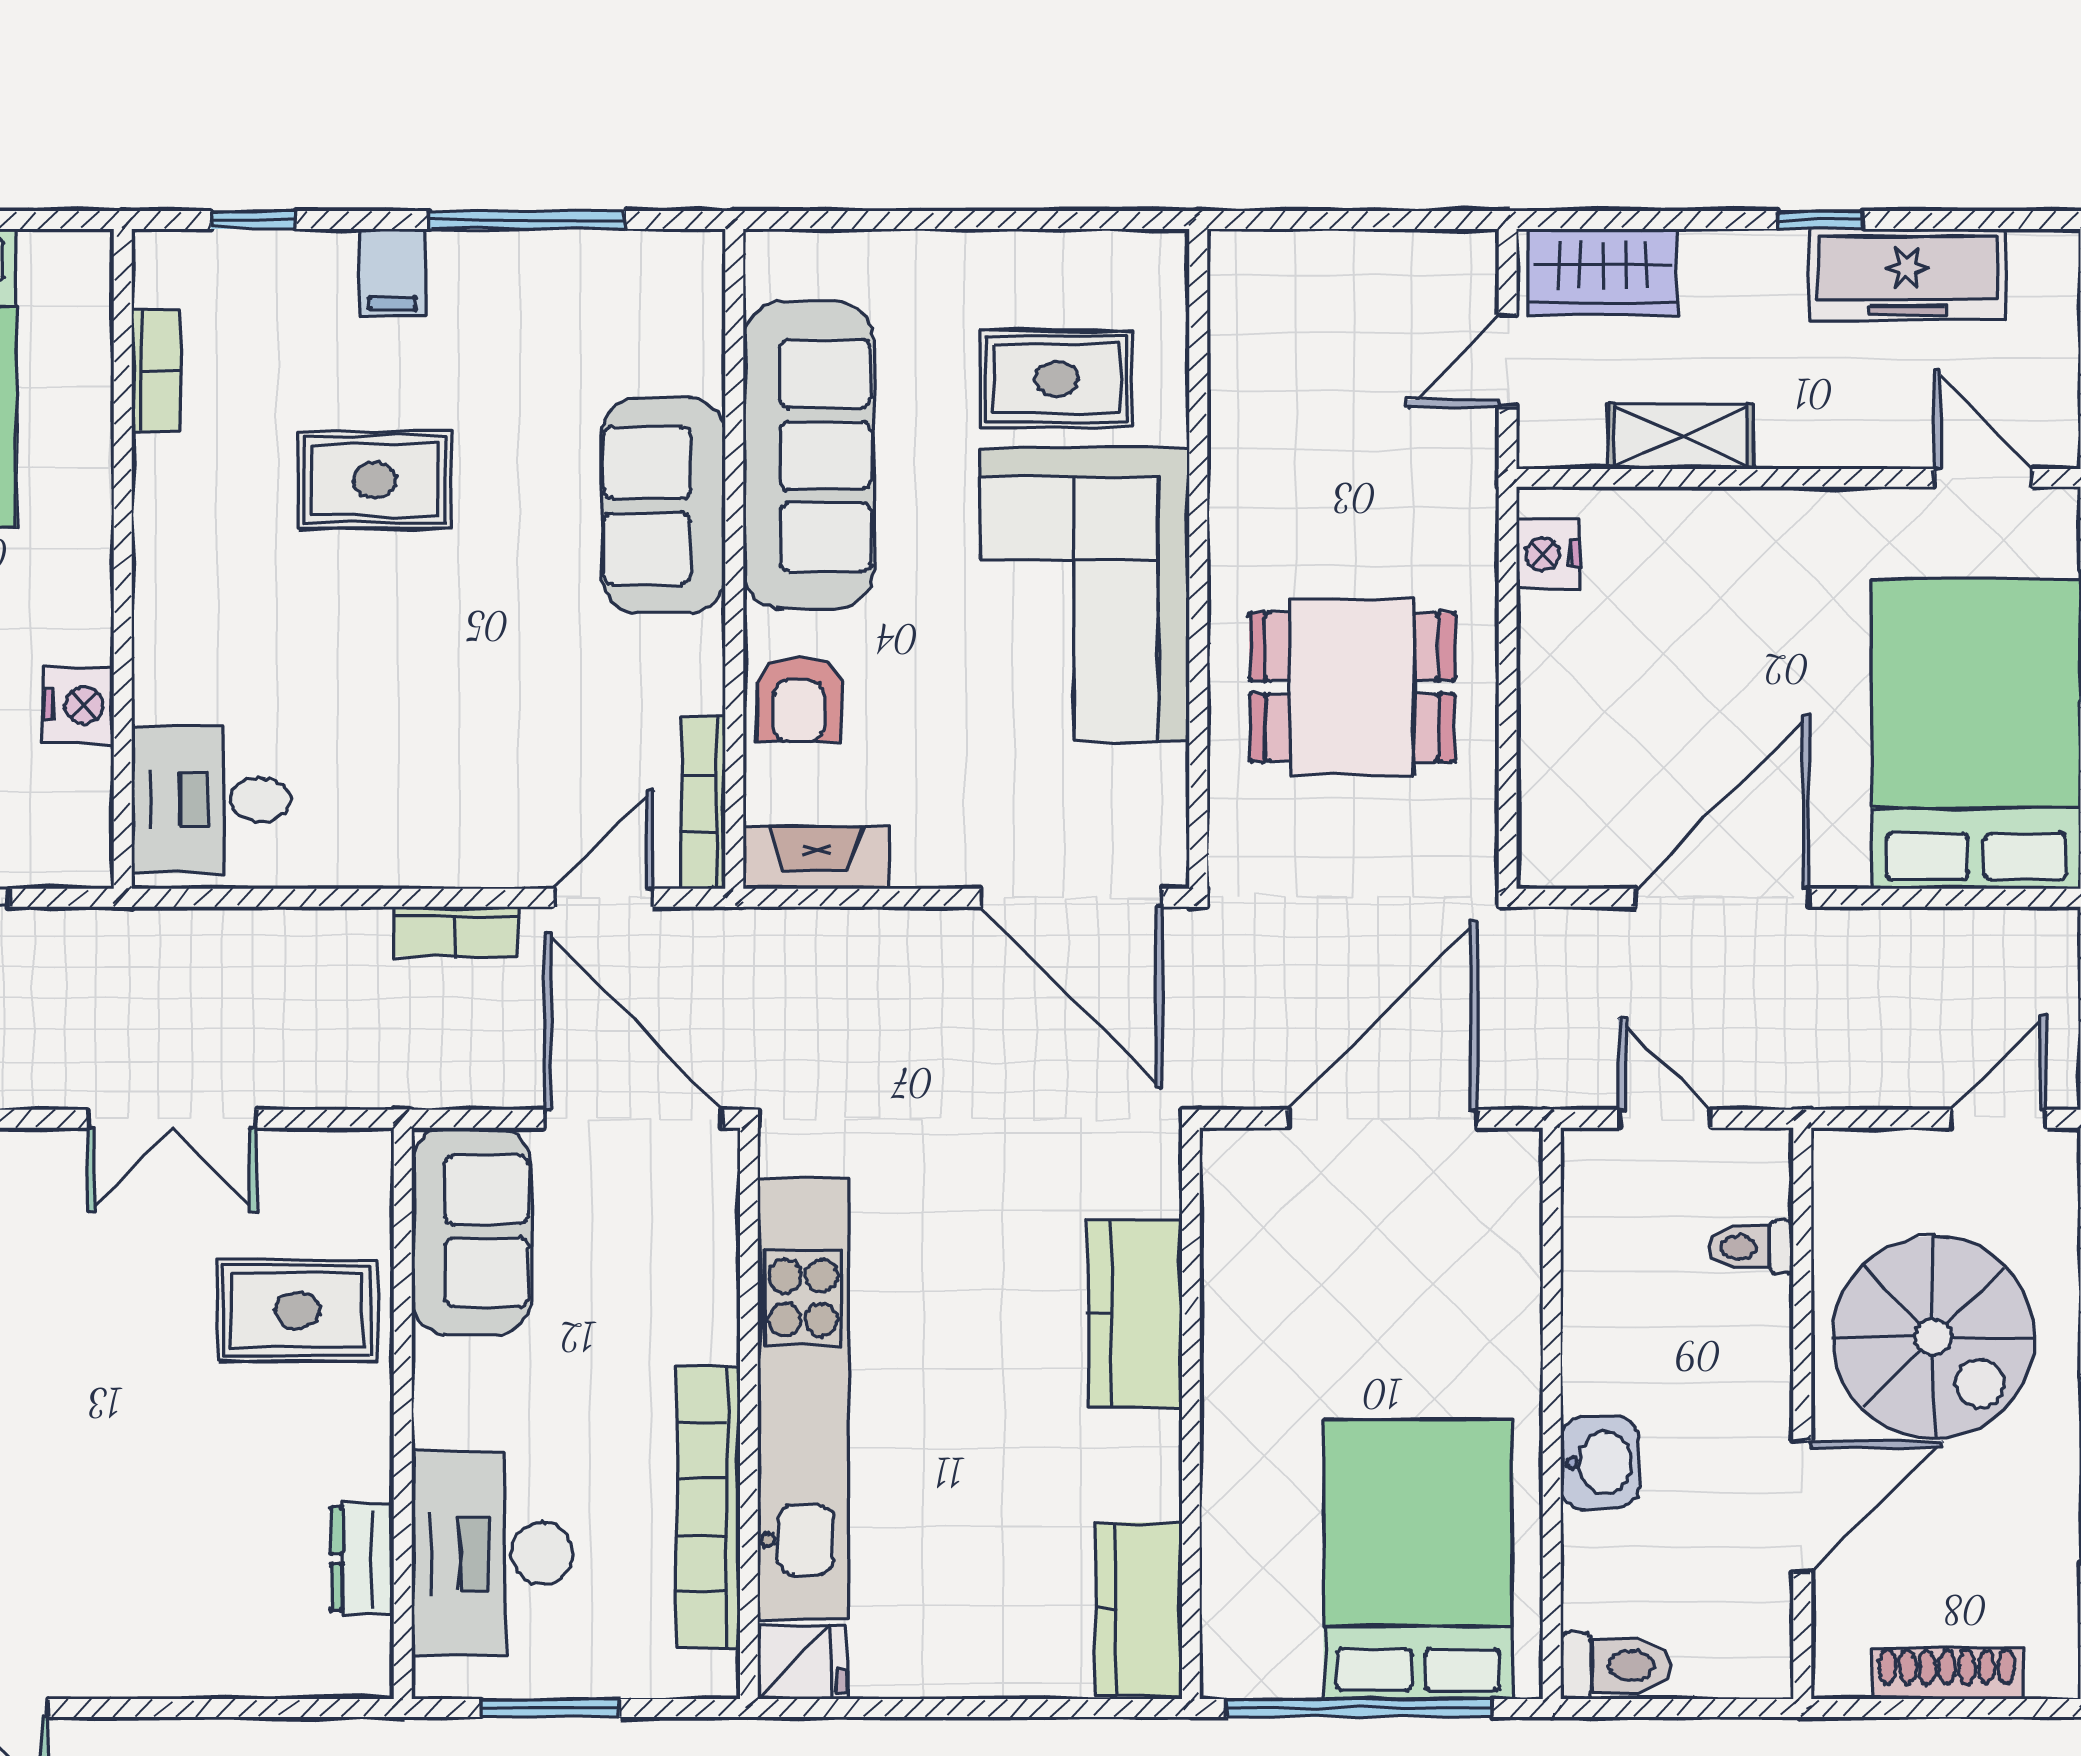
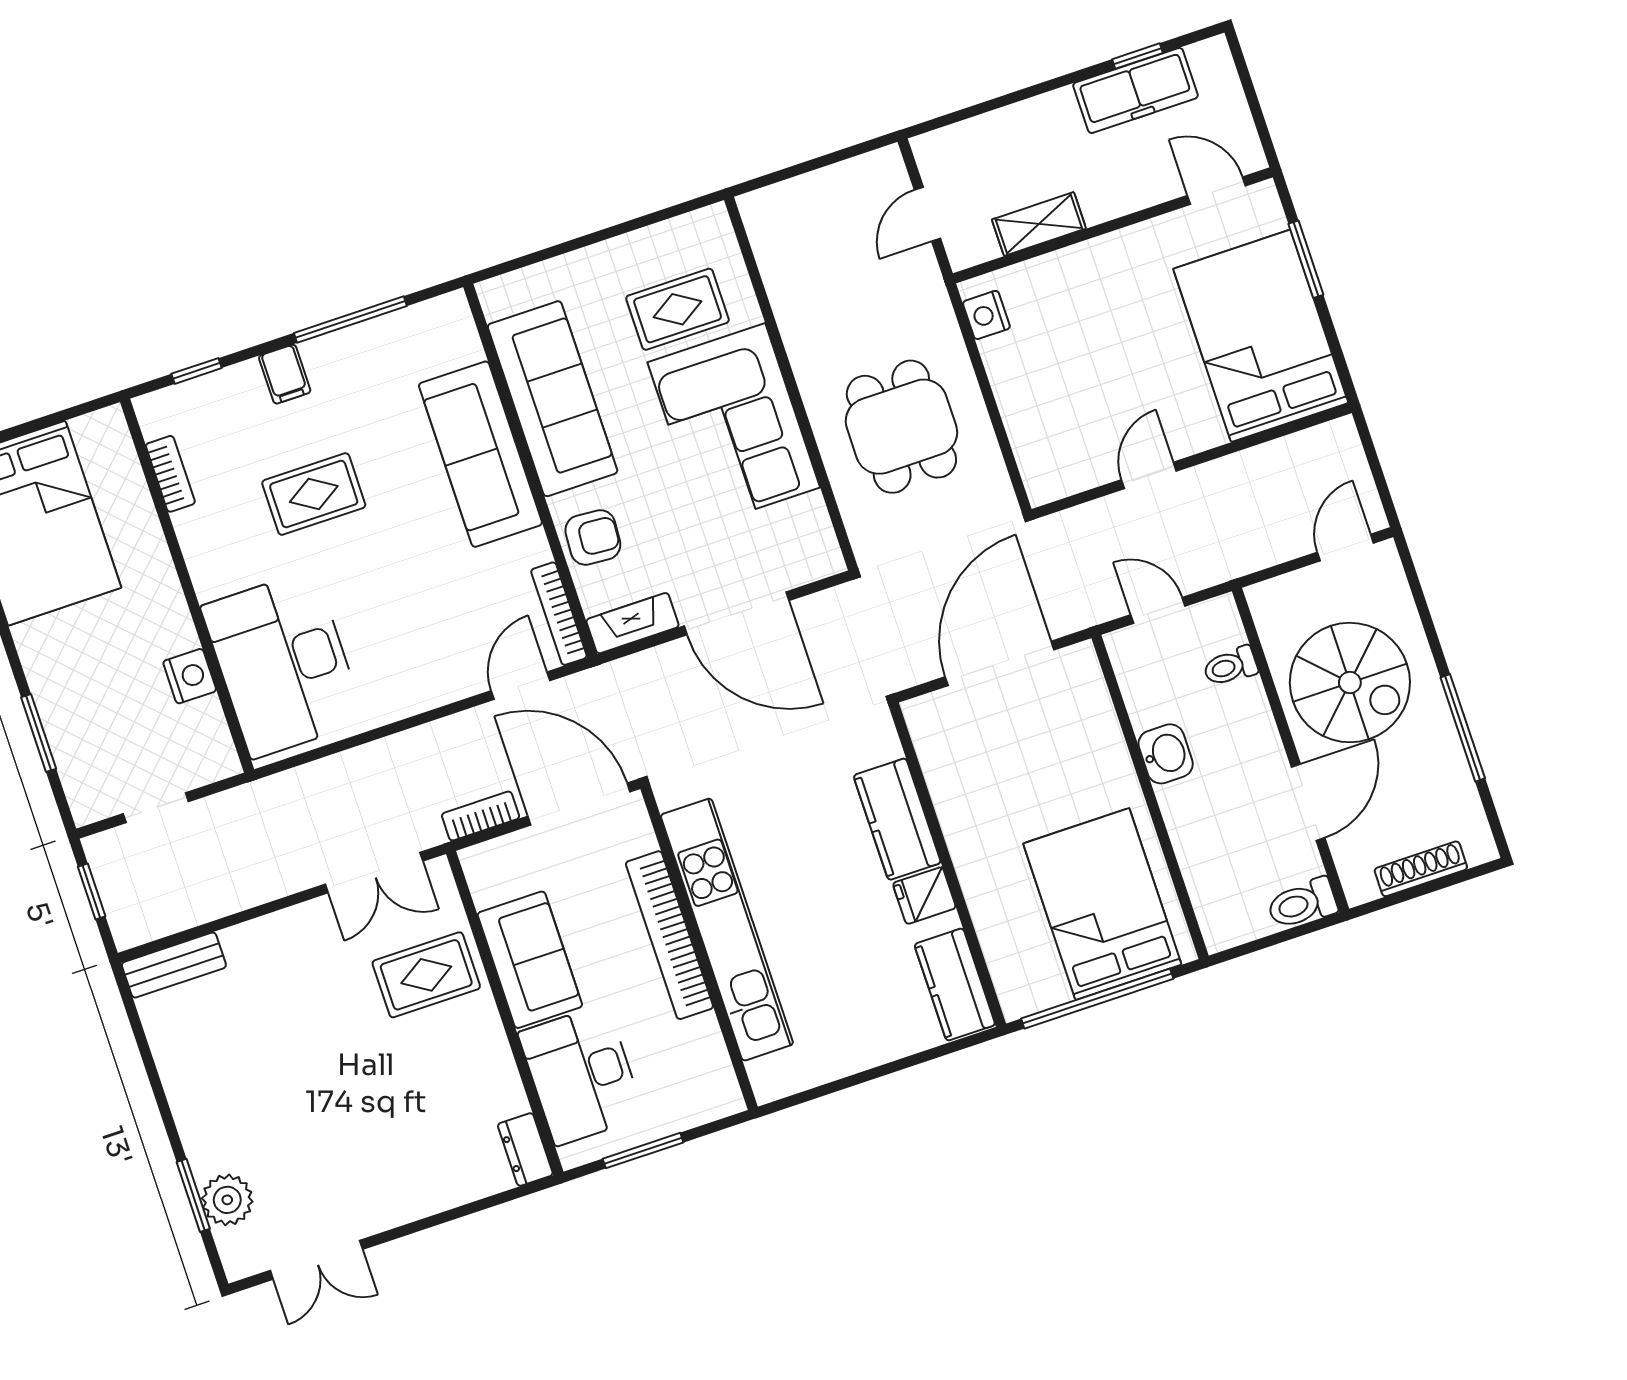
window: (1820, 220) -> (1138, 56), moved
wardrobe: (1603, 272) -> (964, 146), removed
sofa: (663, 505) -> (480, 454), width x1.36
dining table: (1352, 687) -> (901, 427), turned 90
armchair: (799, 699) -> (593, 537), turned -86
desk: (211, 800) -> (283, 664), width x1.87, depth x1.30
door: (1071, 898) -> (737, 613), moved
door: (1723, 898) -> (1149, 475), width x0.53
bookcase: (456, 931) -> (481, 816), moved, turned 180
double door: (172, 1119) -> (374, 873), moved
sofa: (471, 1231) -> (530, 960), moved
washbasin: (1600, 1463) -> (1166, 754), moved
bookcase: (708, 1507) -> (669, 935), moved
dresser: (362, 1559) -> (525, 1149), moved
fridge: (802, 1662) -> (924, 896), moved, turned 180
toilet: (1616, 1666) -> (1302, 904), moved, turned 180

